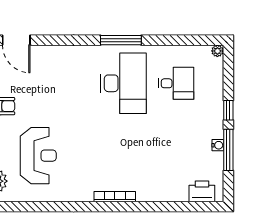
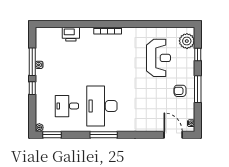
window: (198, 40) -> (52, 135), added
reception desk: (38, 156) -> (158, 58), turned 180
printer: (202, 191) -> (71, 34), moved

